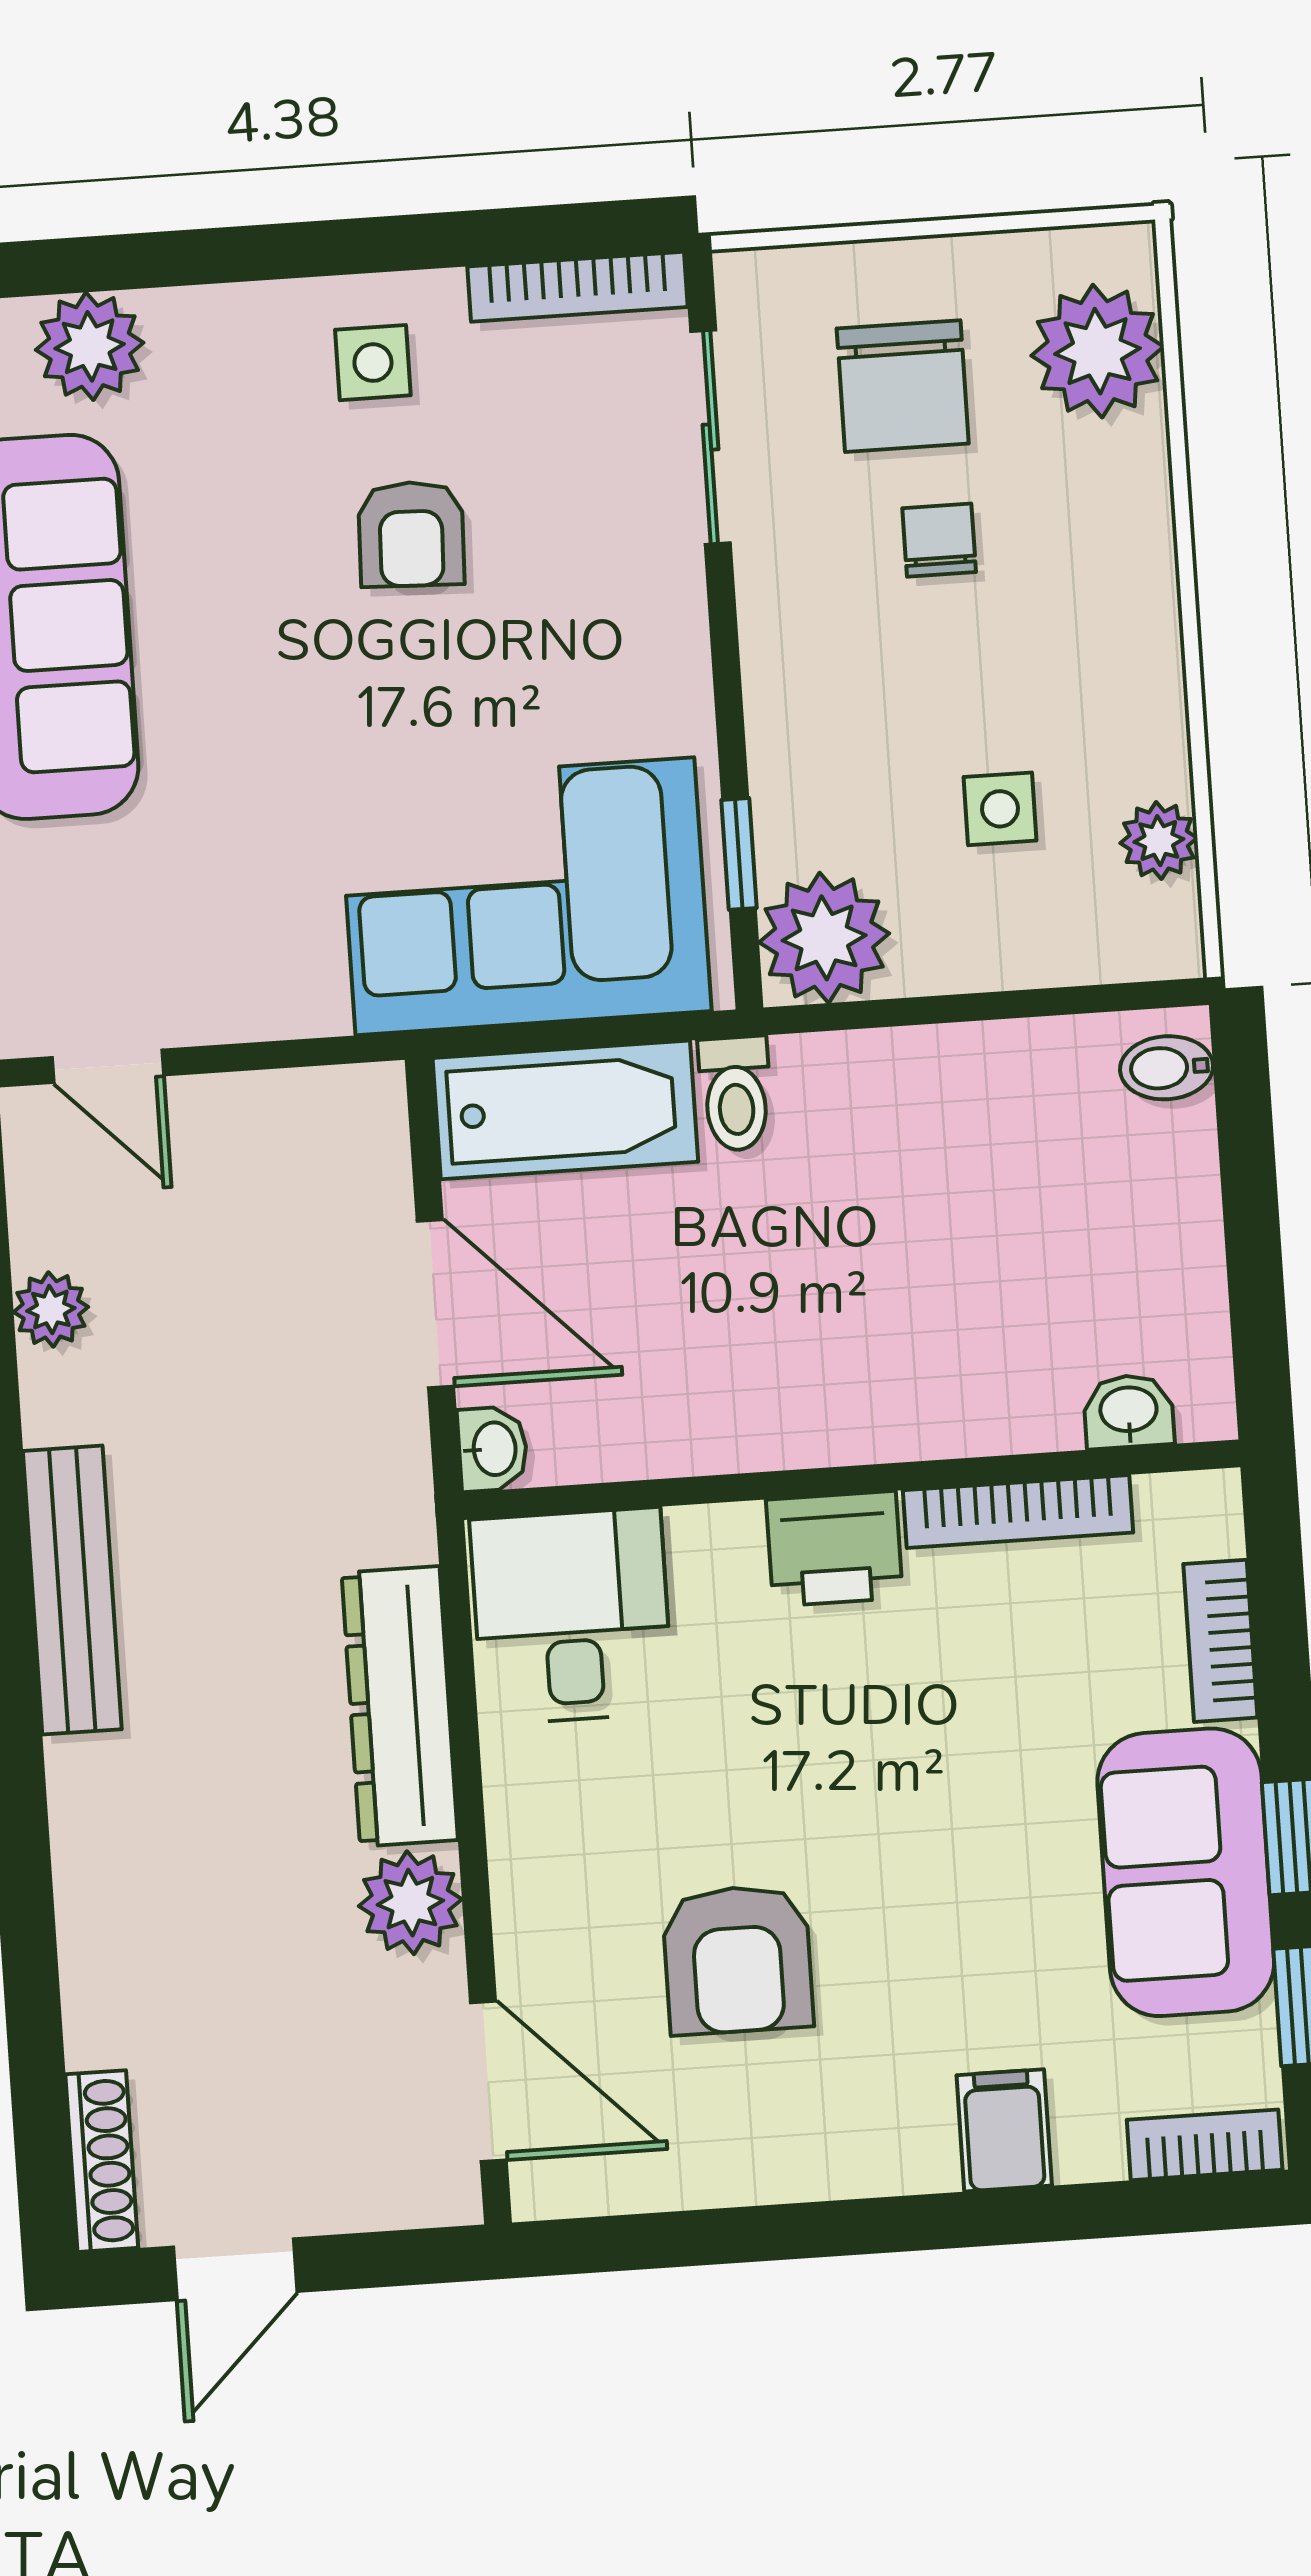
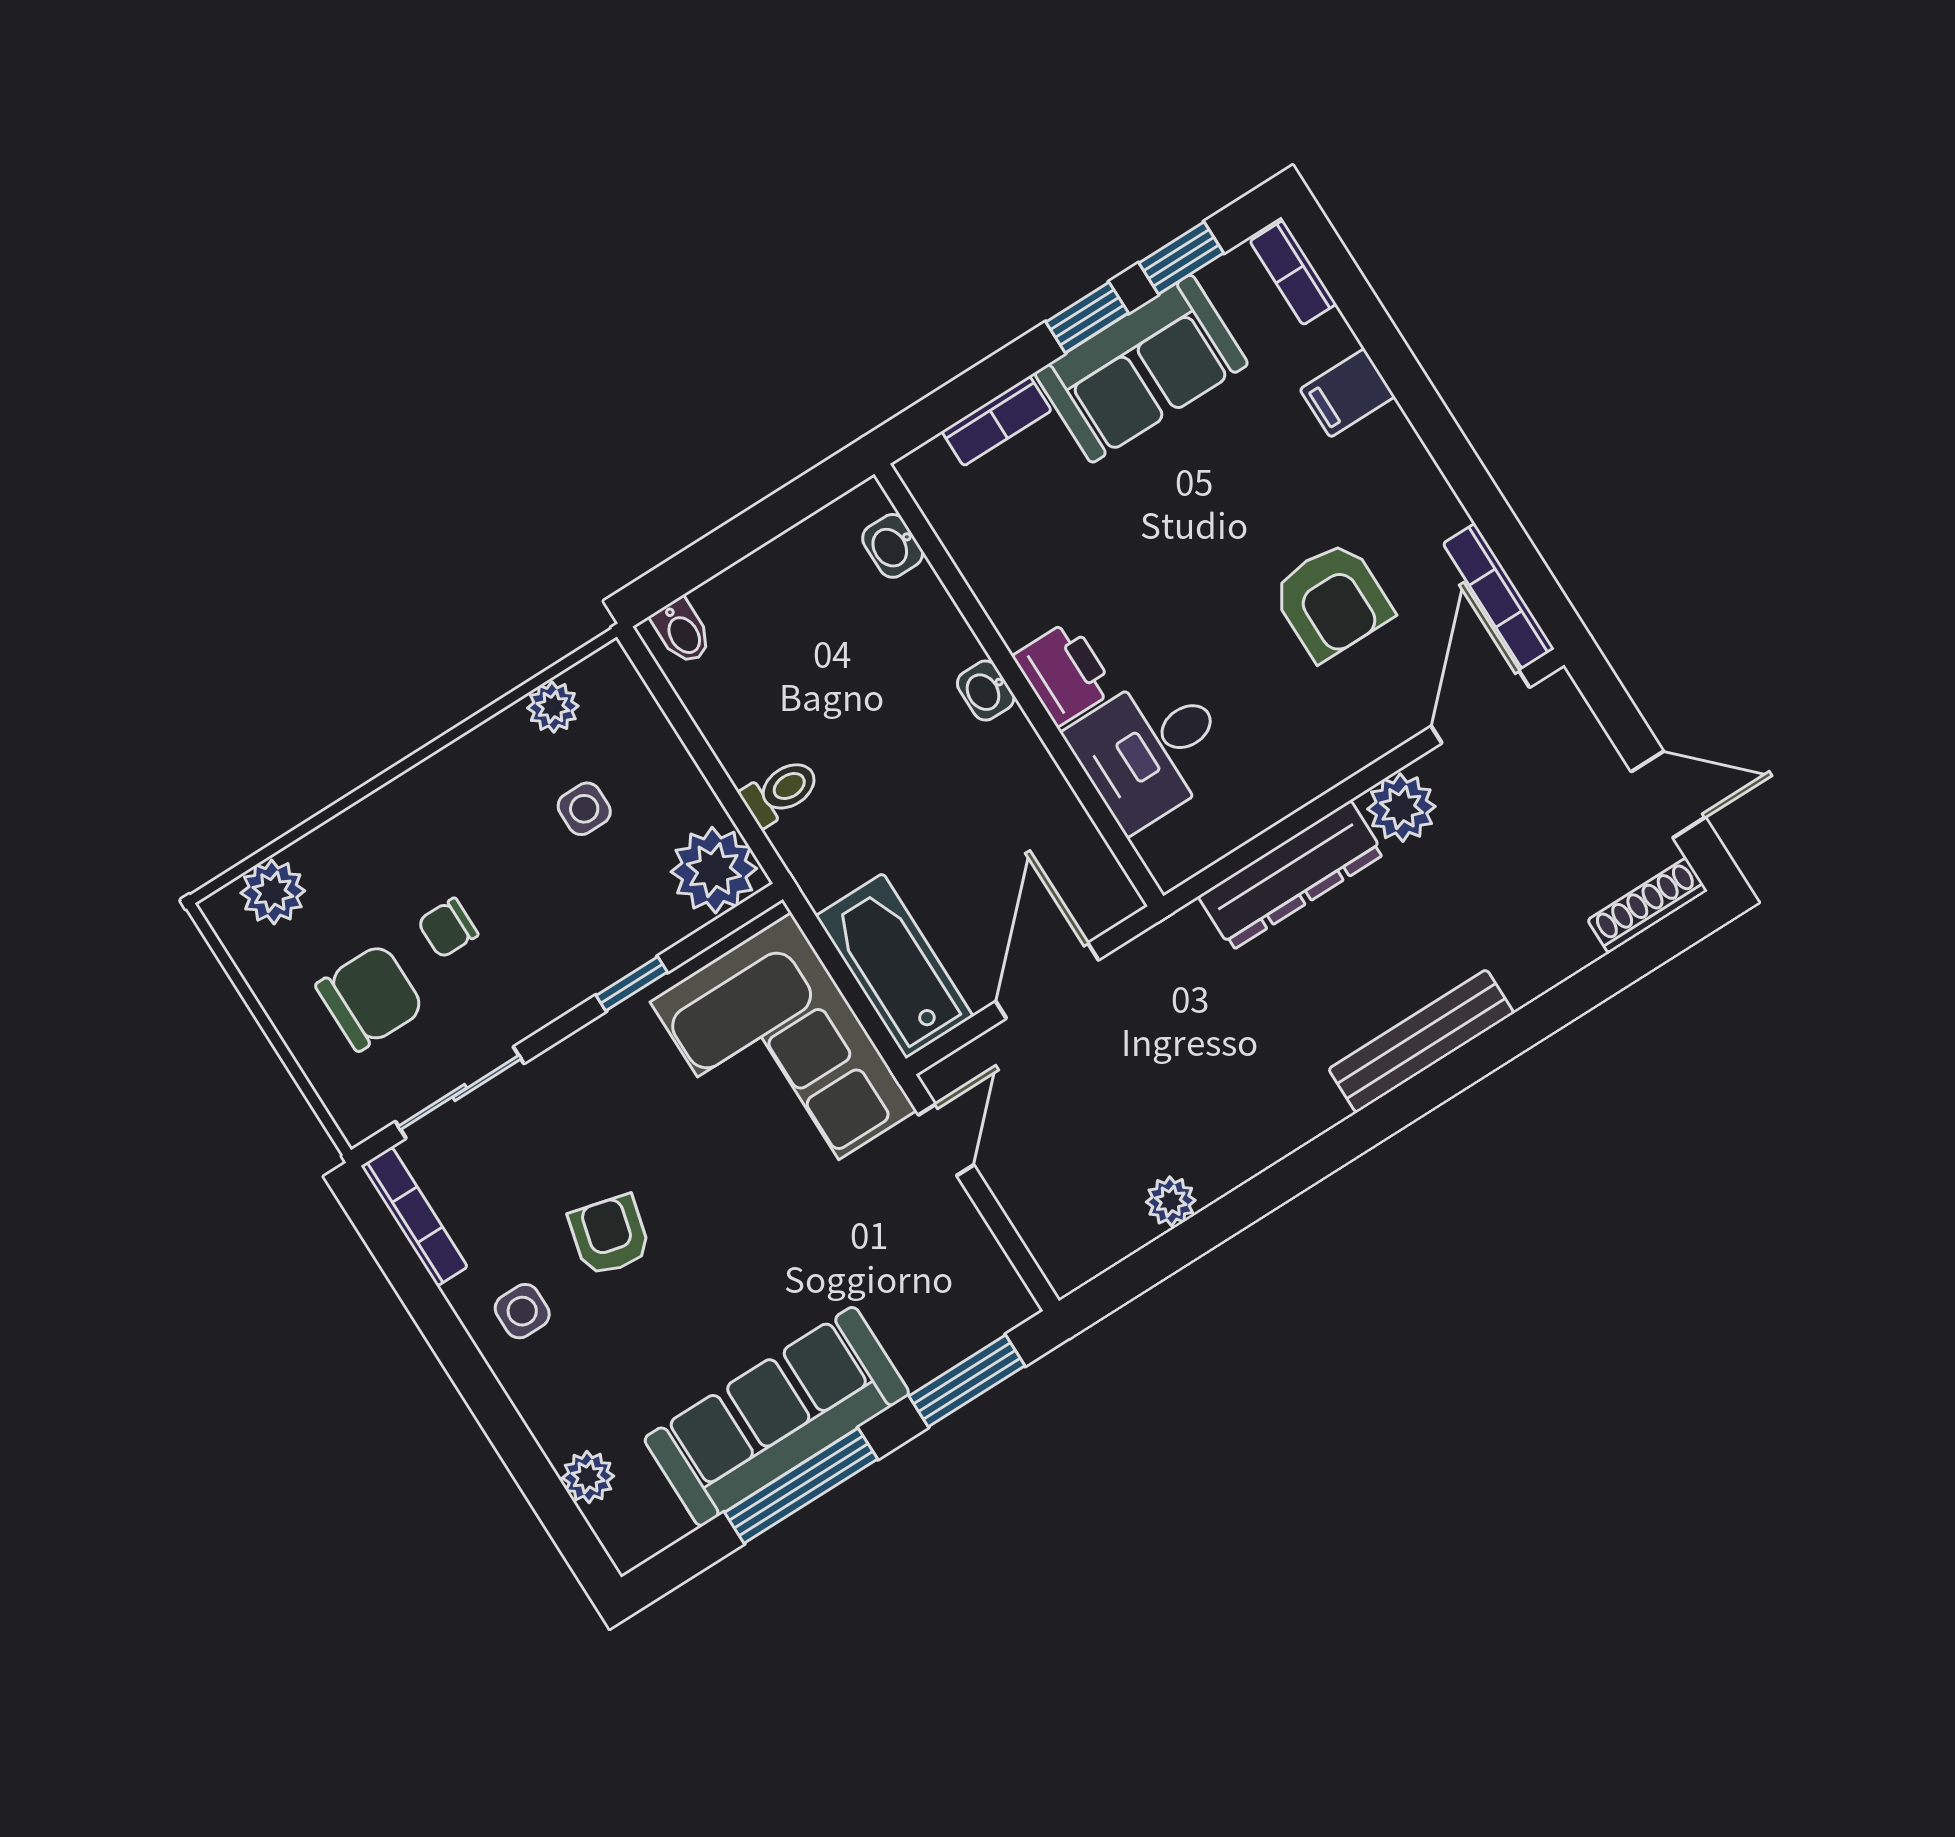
plant: (90, 346) -> (588, 1477), width x0.73, depth x0.73
plant: (1097, 351) -> (273, 892), width x0.73, depth x0.73
armchair: (411, 534) -> (609, 1235), turned -78
window: (739, 854) -> (632, 984), moved
door: (108, 1066) -> (946, 1140), moved
toilet: (736, 1094) -> (780, 792), moved
washbasin: (493, 1449) -> (986, 691), moved, turned -90
bookcase: (1018, 1511) -> (1499, 596), moved, turned 180
bench: (72, 1590) -> (1421, 1041), moved
desk: (572, 1616) -> (1151, 749), moved
armchair: (738, 1960) -> (1332, 601), turned 90

